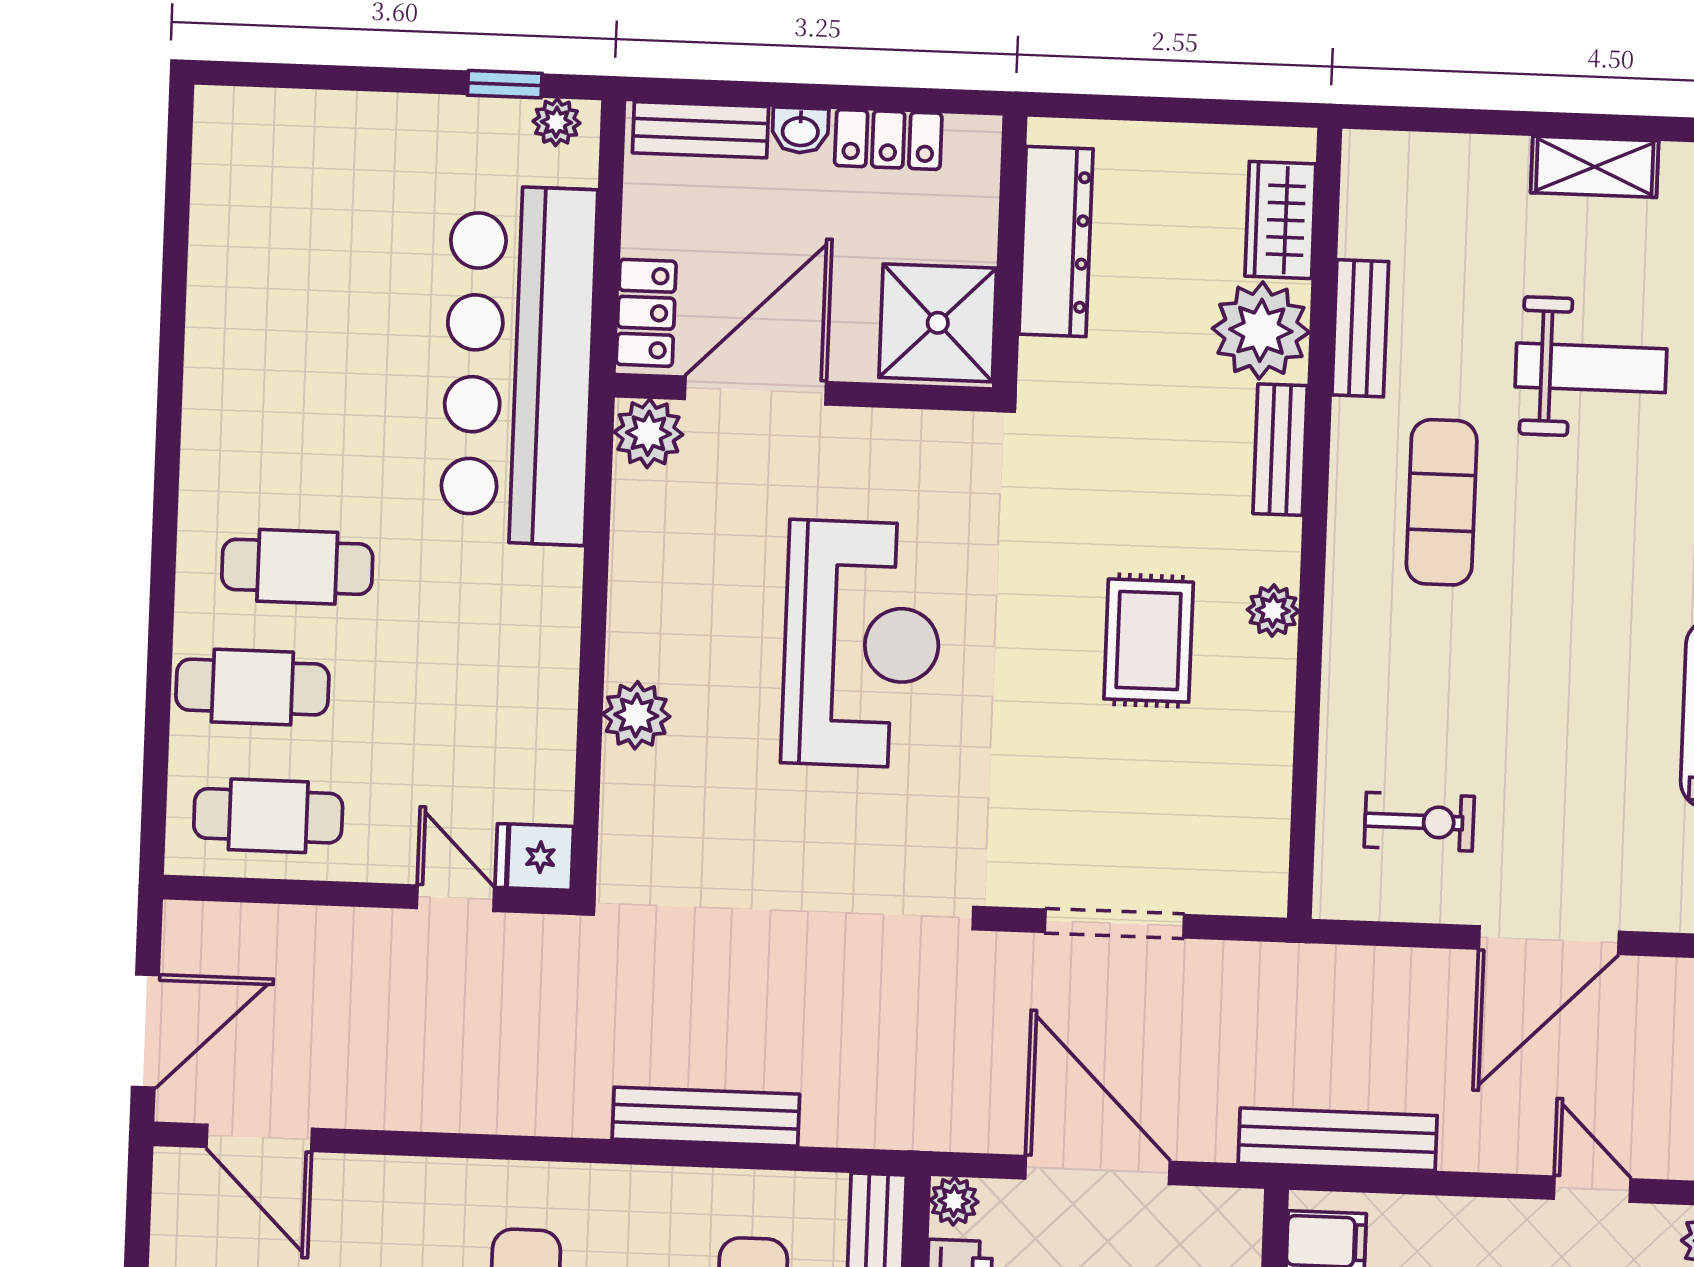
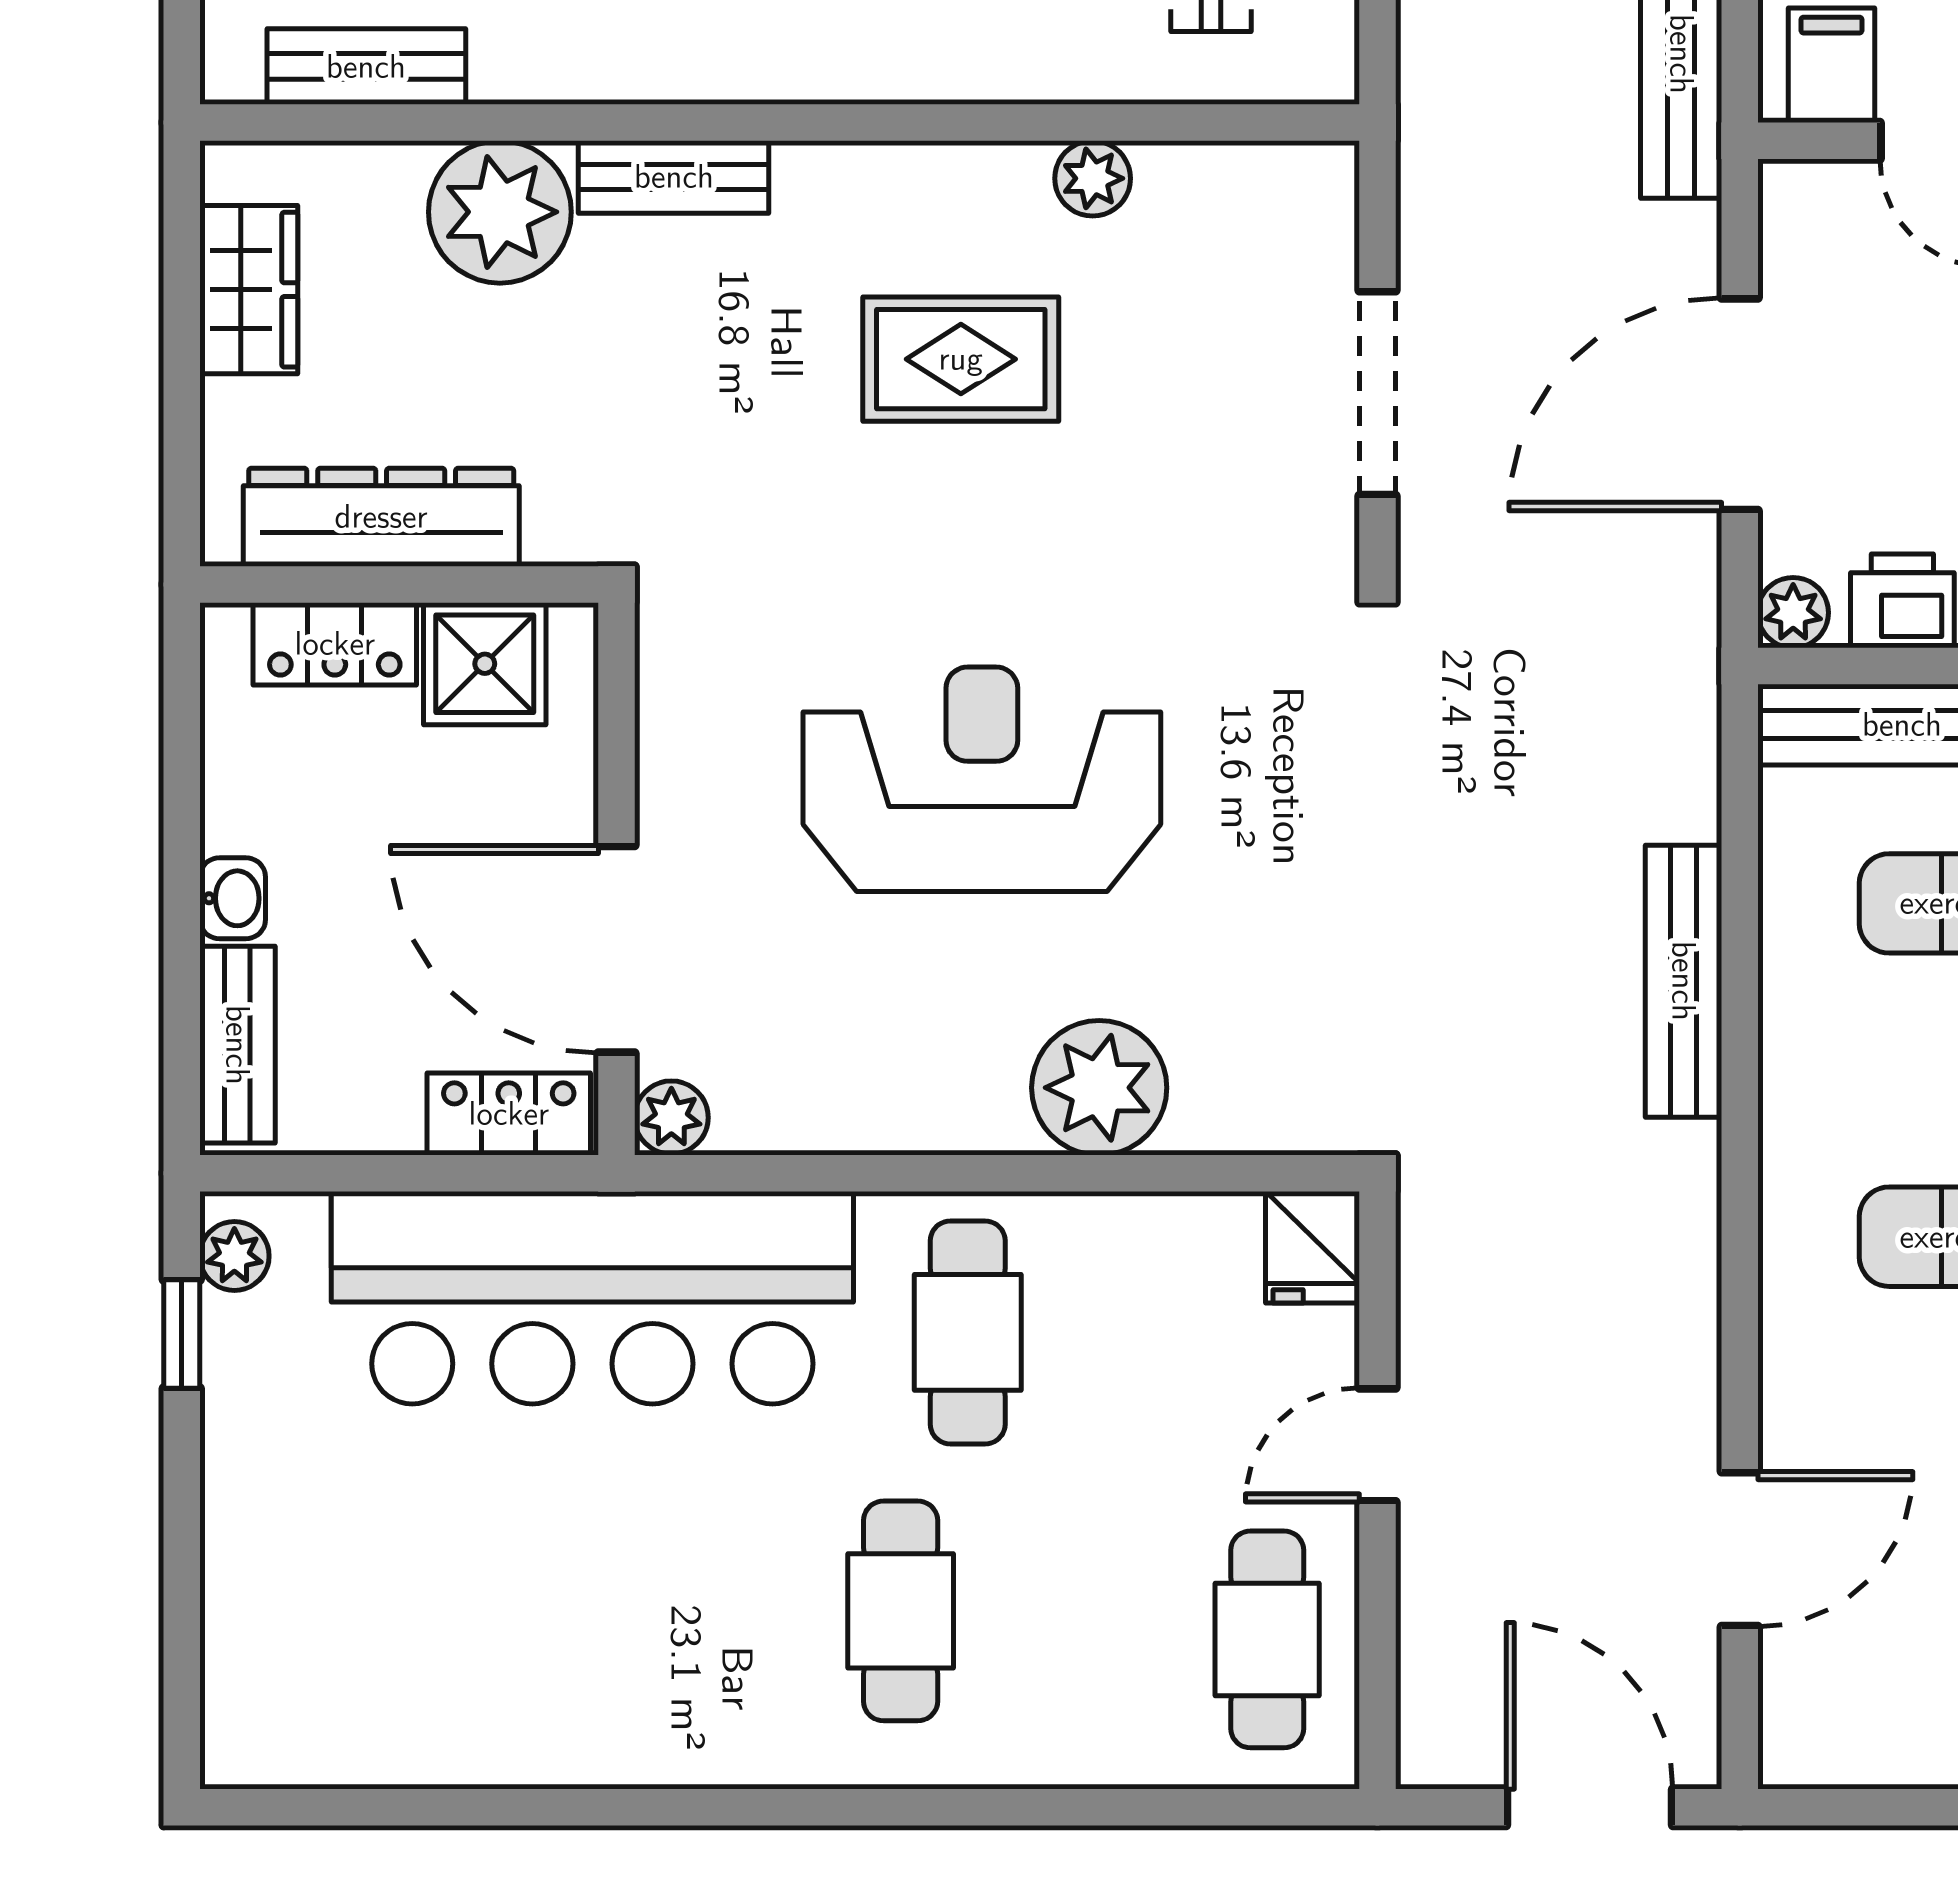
locker: (888, 139) -> (335, 644), moved, turned 90
wardrobe: (1280, 220) -> (249, 290), moved, turned -90
shower: (938, 323) -> (485, 664), width x0.73, depth x0.73
bench: (1360, 328) -> (366, 67), moved
plant: (648, 433) -> (671, 1118), width x0.73, depth x0.73
plant: (1273, 610) -> (1093, 178), moved
cafe table: (252, 687) -> (968, 1332), moved
plant: (636, 715) -> (1099, 1088), width x1.36, depth x1.36
door: (455, 898) -> (1377, 1445), moved
door: (259, 1138) -> (1740, 1549), moved

